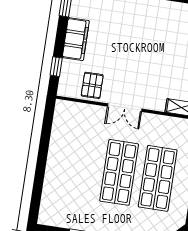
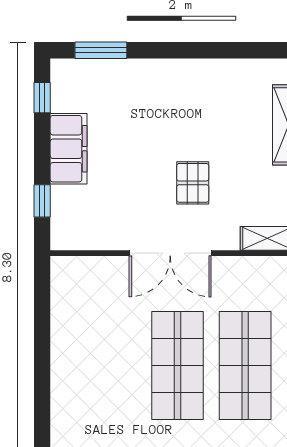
pallet: (92, 85) -> (193, 183), moved
double door: (125, 108) -> (170, 253), width x1.37

